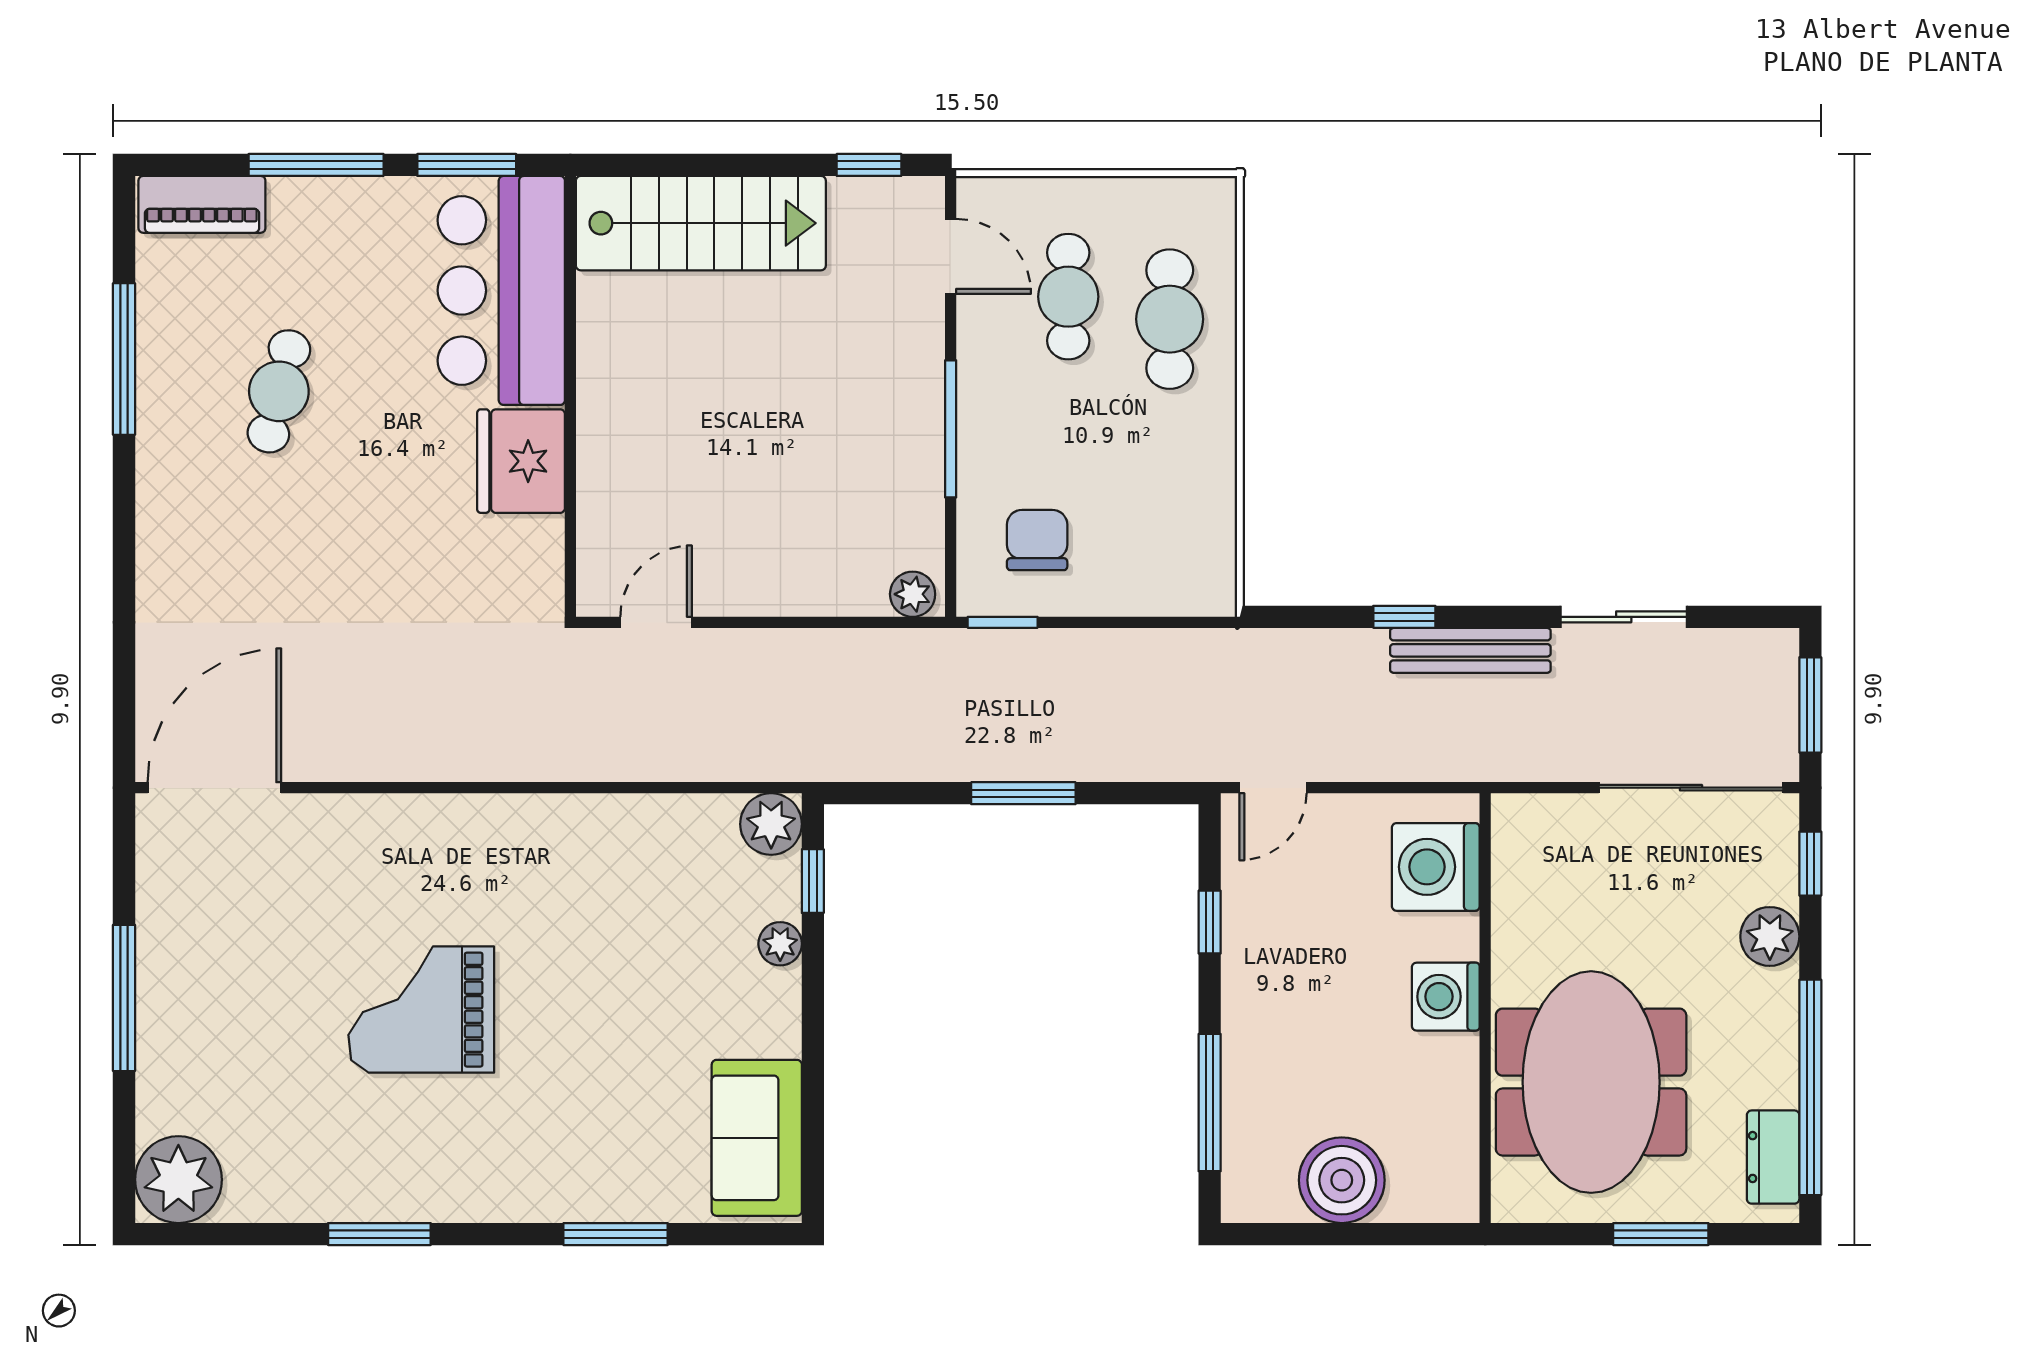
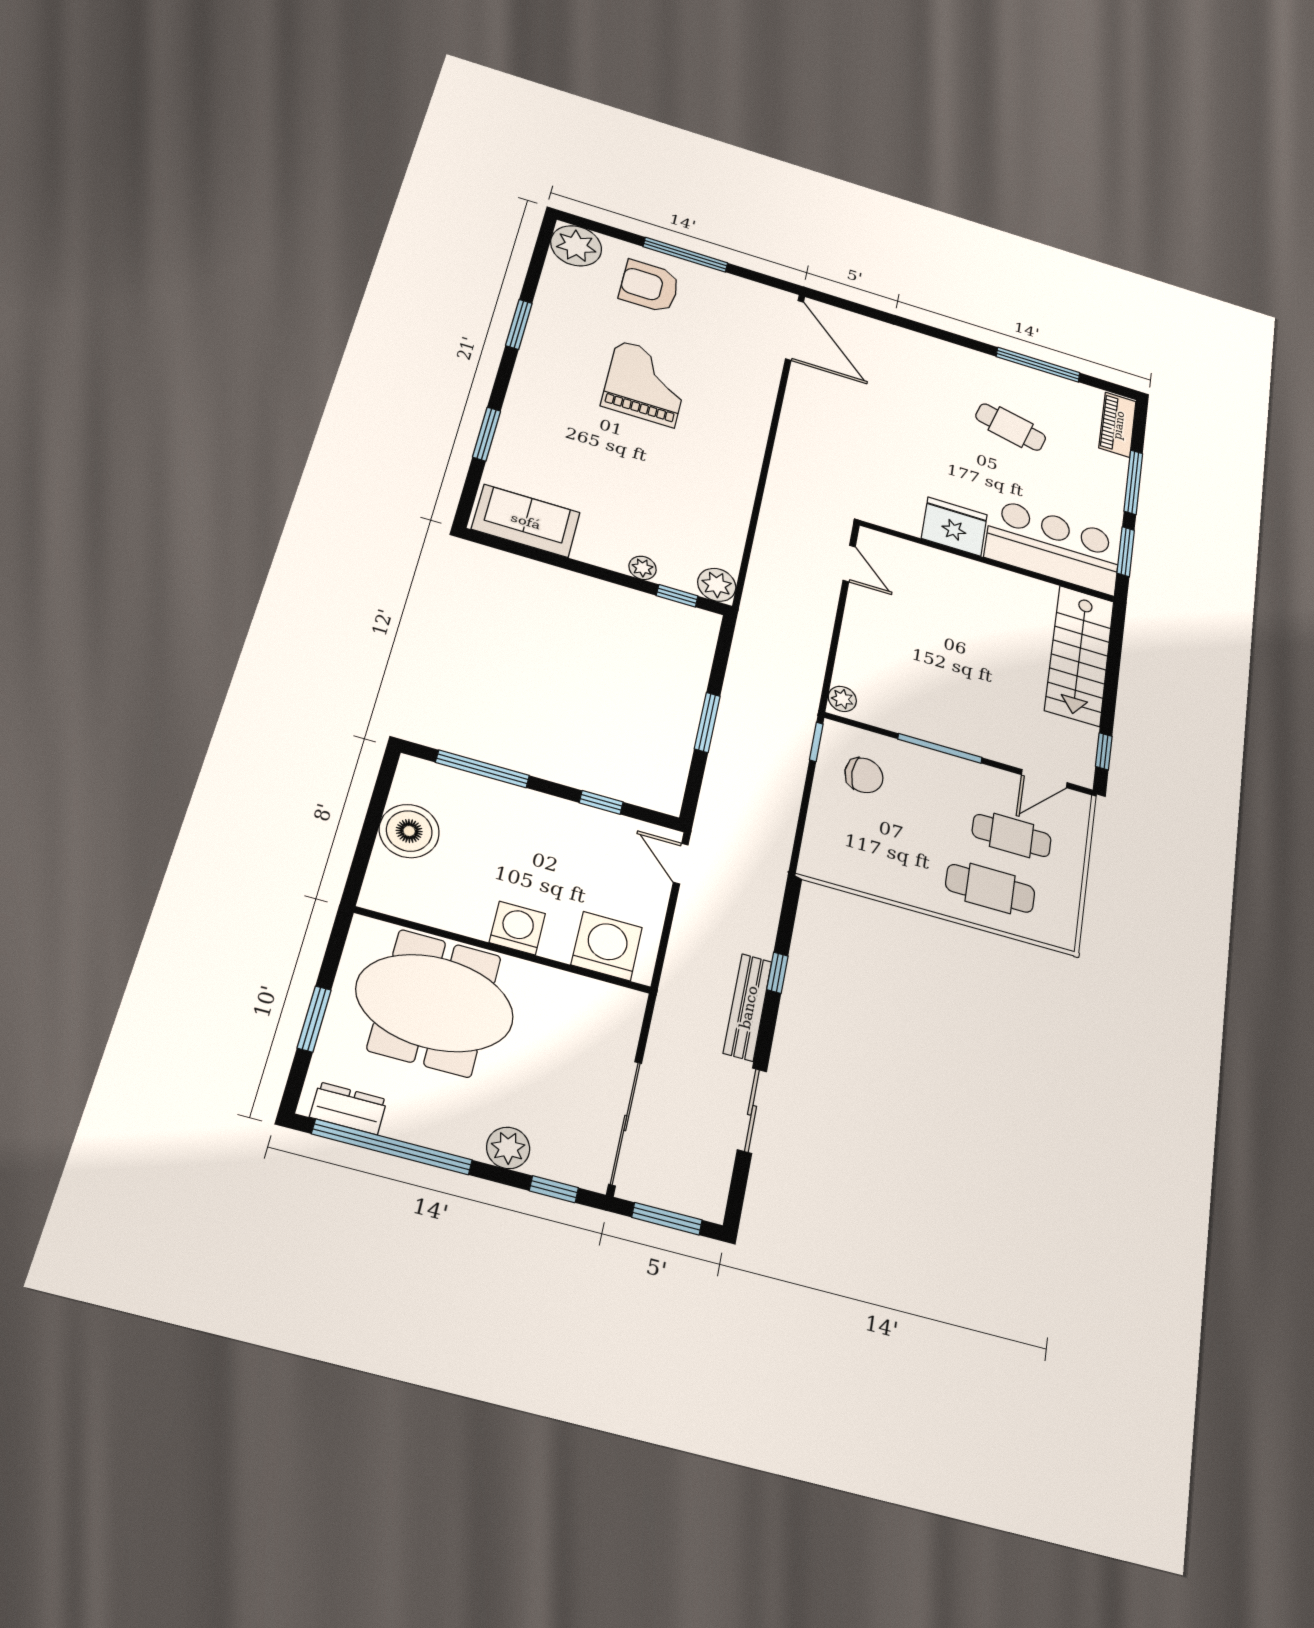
armchair: (217, 1044) -> (649, 286), added

